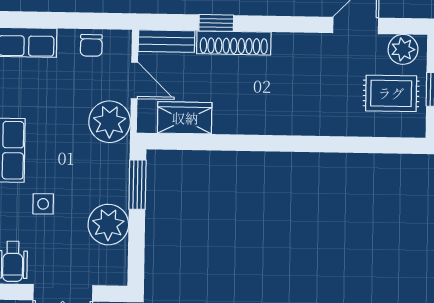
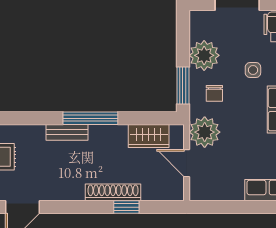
bench: (166, 41) -> (67, 132), moved
chair: (91, 45) -> (214, 93), moved, turned 180
window: (262, 143) -> (90, 118), added

